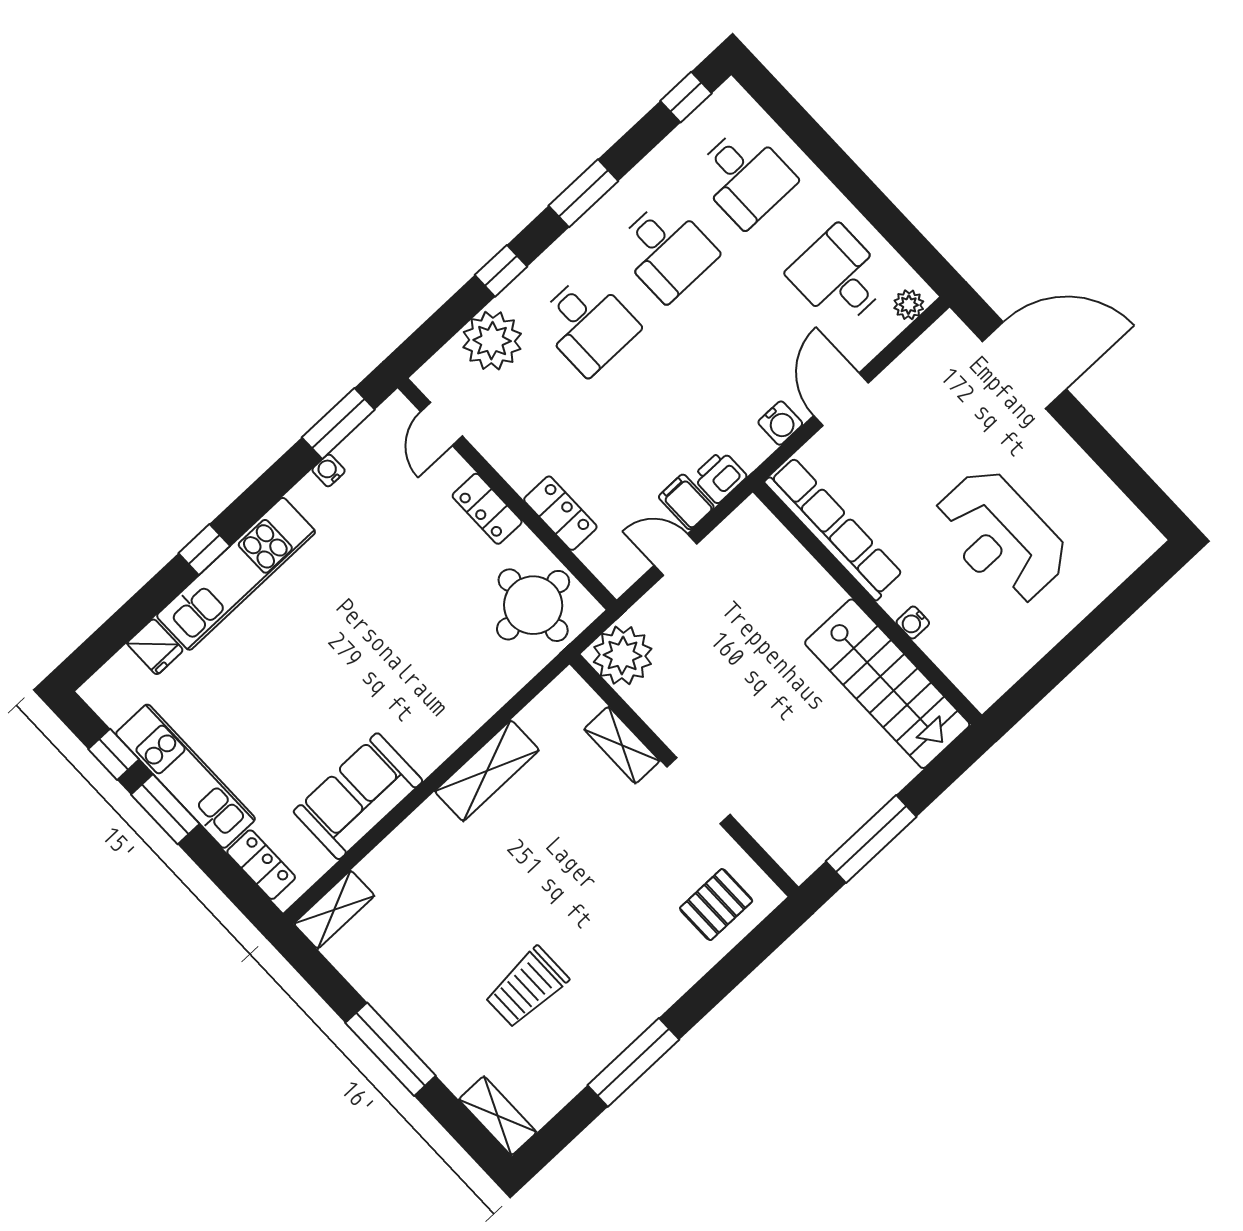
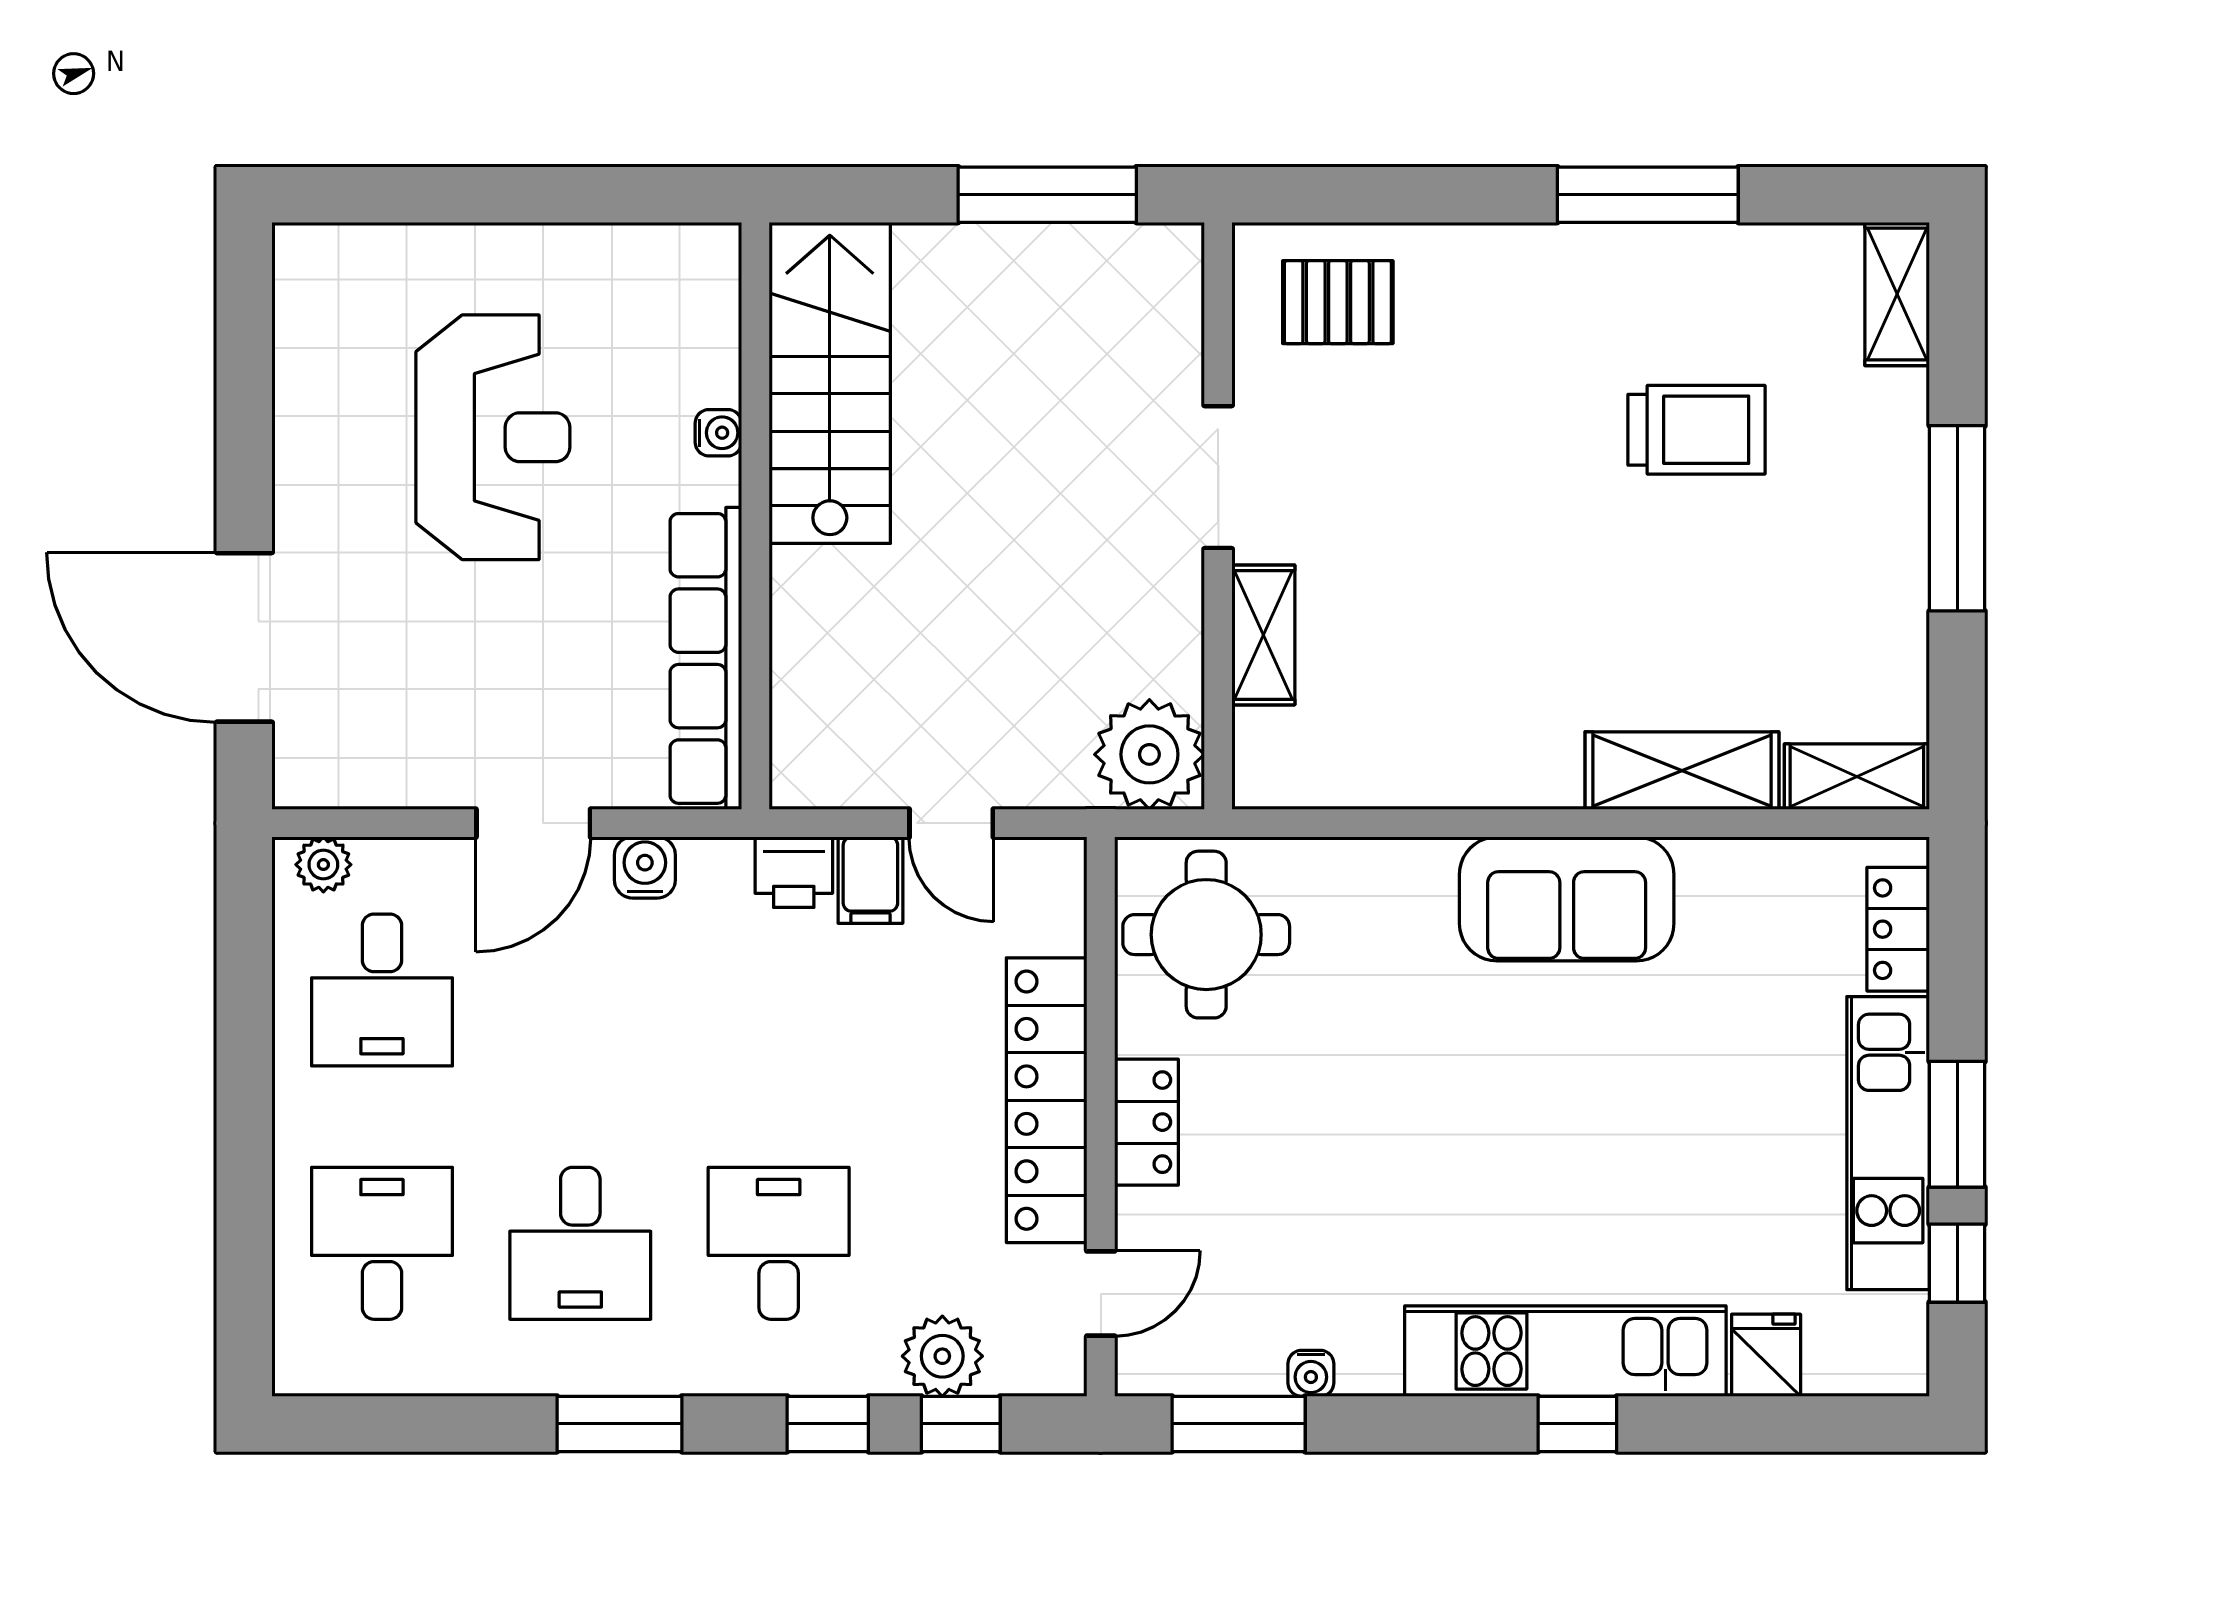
window: (686, 97) -> (961, 1424), moved
desk: (666, 250) -> (580, 1243), turned 180
plant: (492, 341) -> (942, 1356), width x0.73, depth x0.73
locker: (560, 513) -> (1047, 1100), width x2.16, depth x1.21
shelving: (487, 771) -> (1682, 771), moved
sofa: (358, 796) -> (1567, 899), moved

